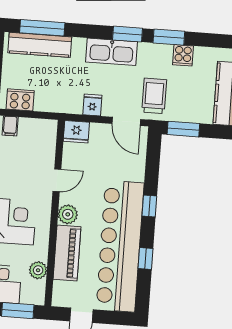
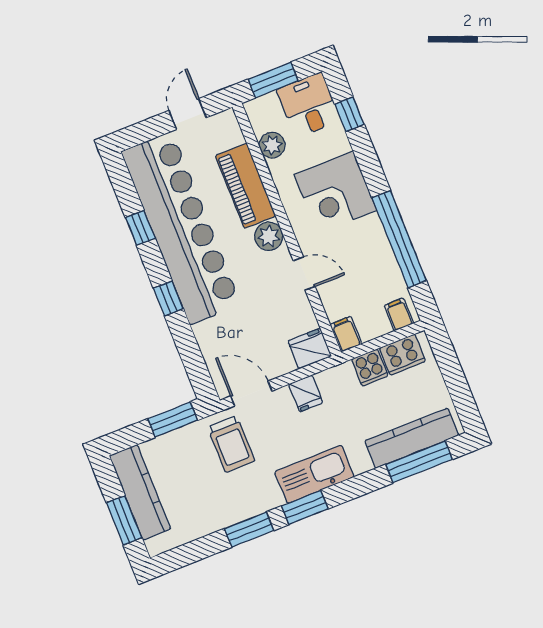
cooker: (183, 55) -> (370, 368), moved, turned 180
filing cabinet: (49, 130) -> (346, 334), added
door: (57, 180) -> (304, 274), swing flipped

